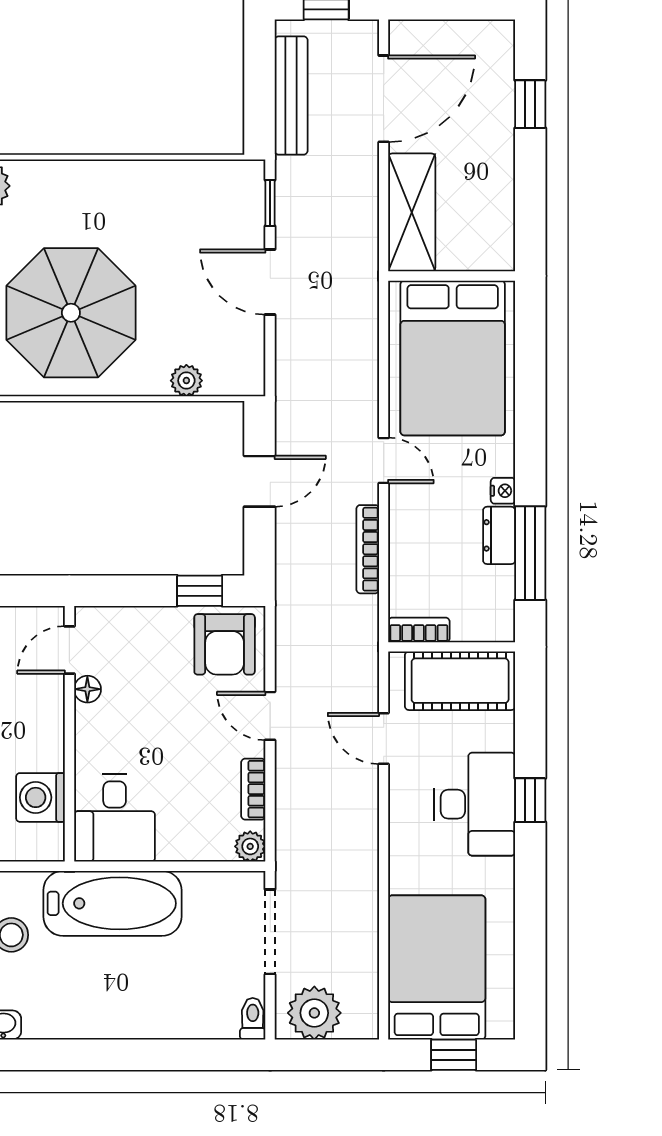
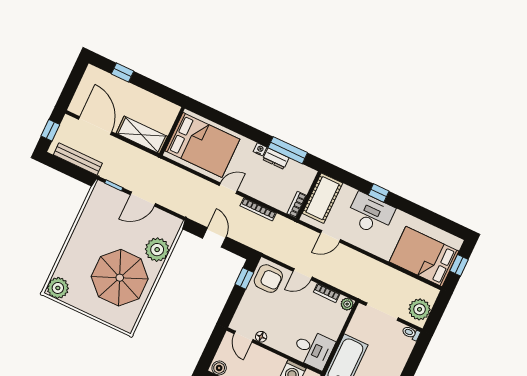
plant: (186, 381) -> (157, 250), width x1.88, depth x1.88

